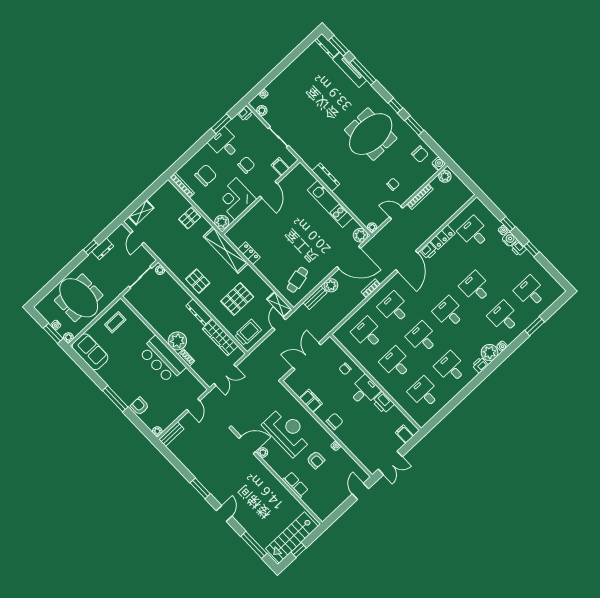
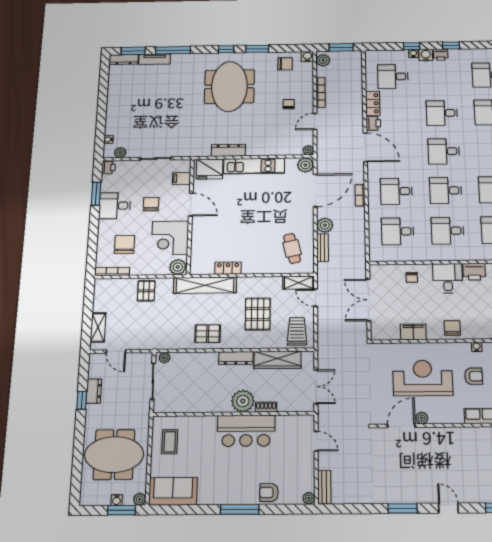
tv unit: (350, 70) -> (155, 59), width x0.71
fridge: (303, 178) -> (209, 169), added
window: (465, 179) -> (341, 47), added

